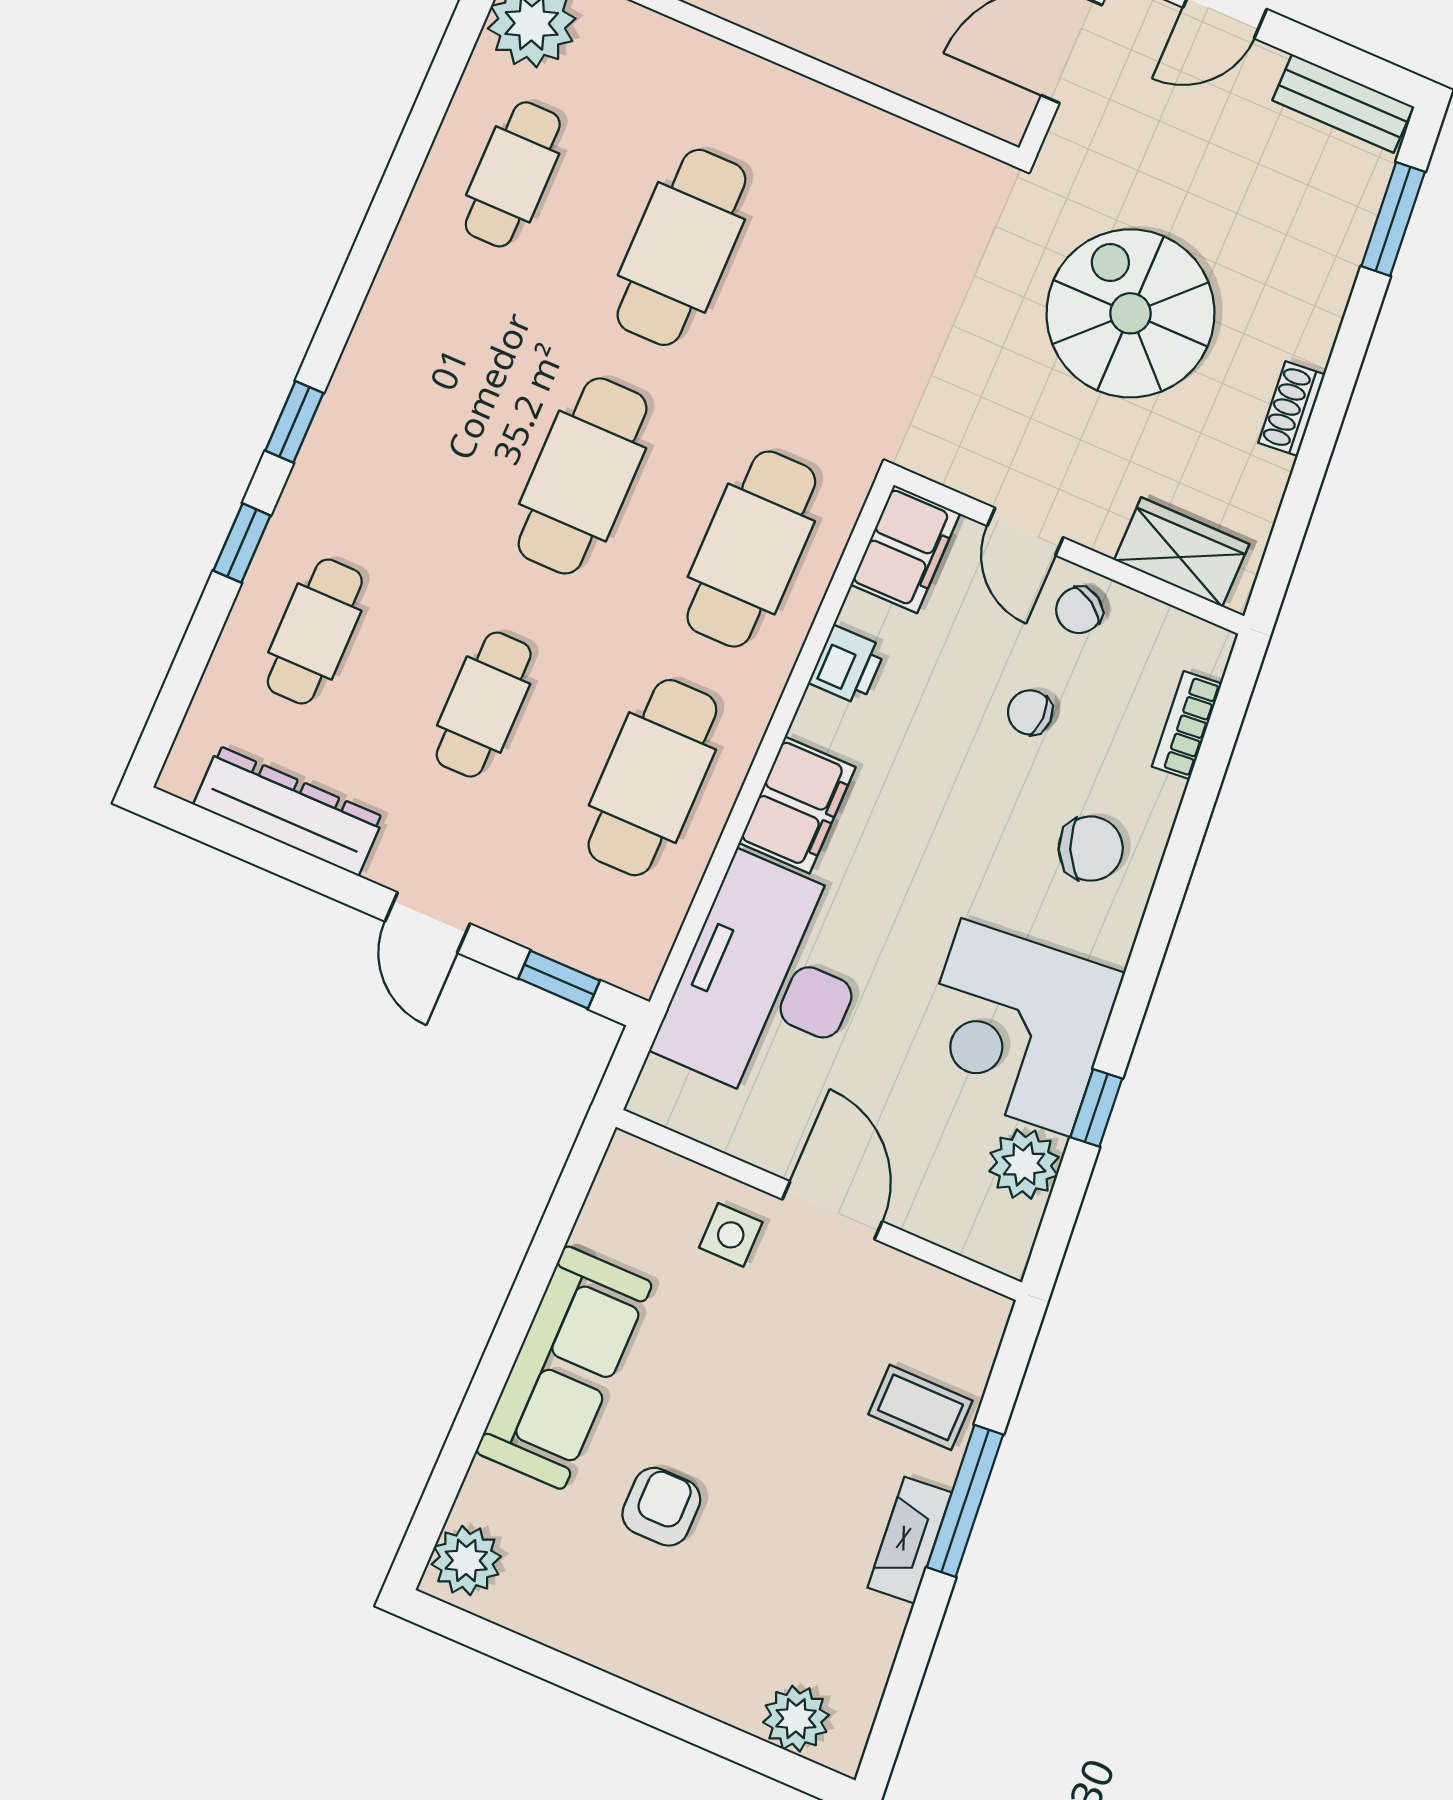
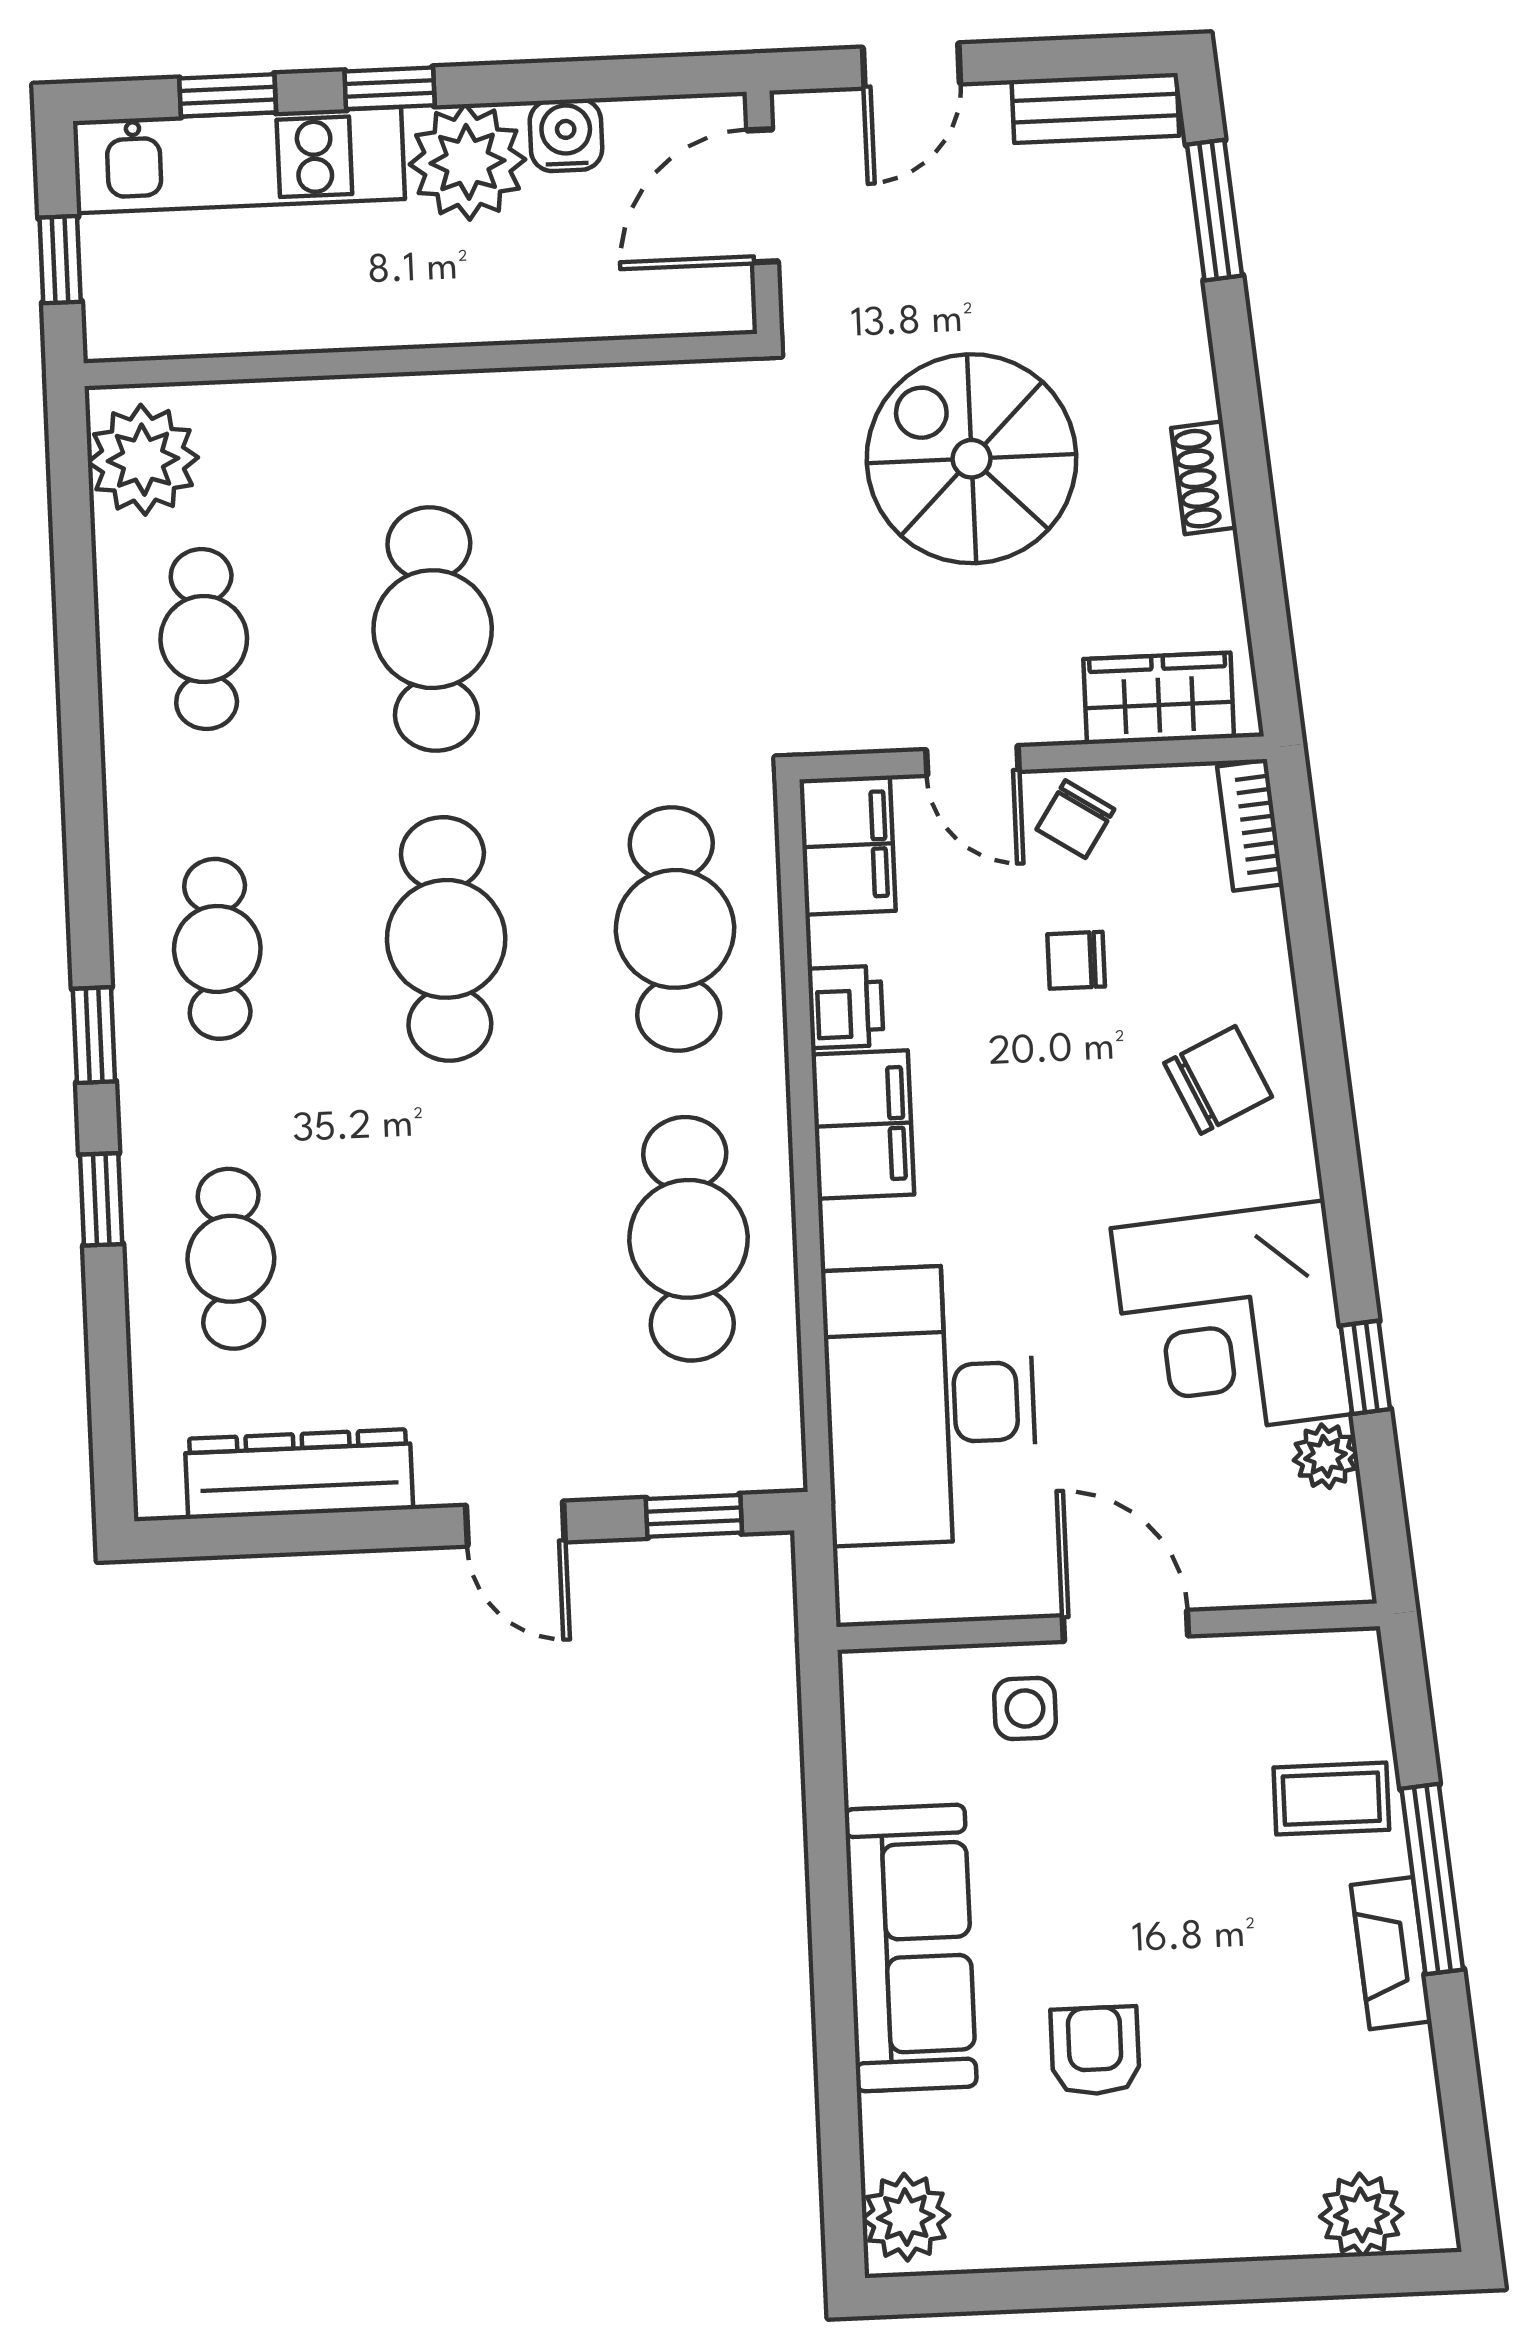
cafe table: (484, 705) -> (217, 949), moved
bookcase: (1187, 725) -> (1250, 825), moved
filing cabinet: (797, 805) -> (863, 1124), moved
plant: (1024, 1164) -> (1325, 1456), width x0.73, depth x0.73

